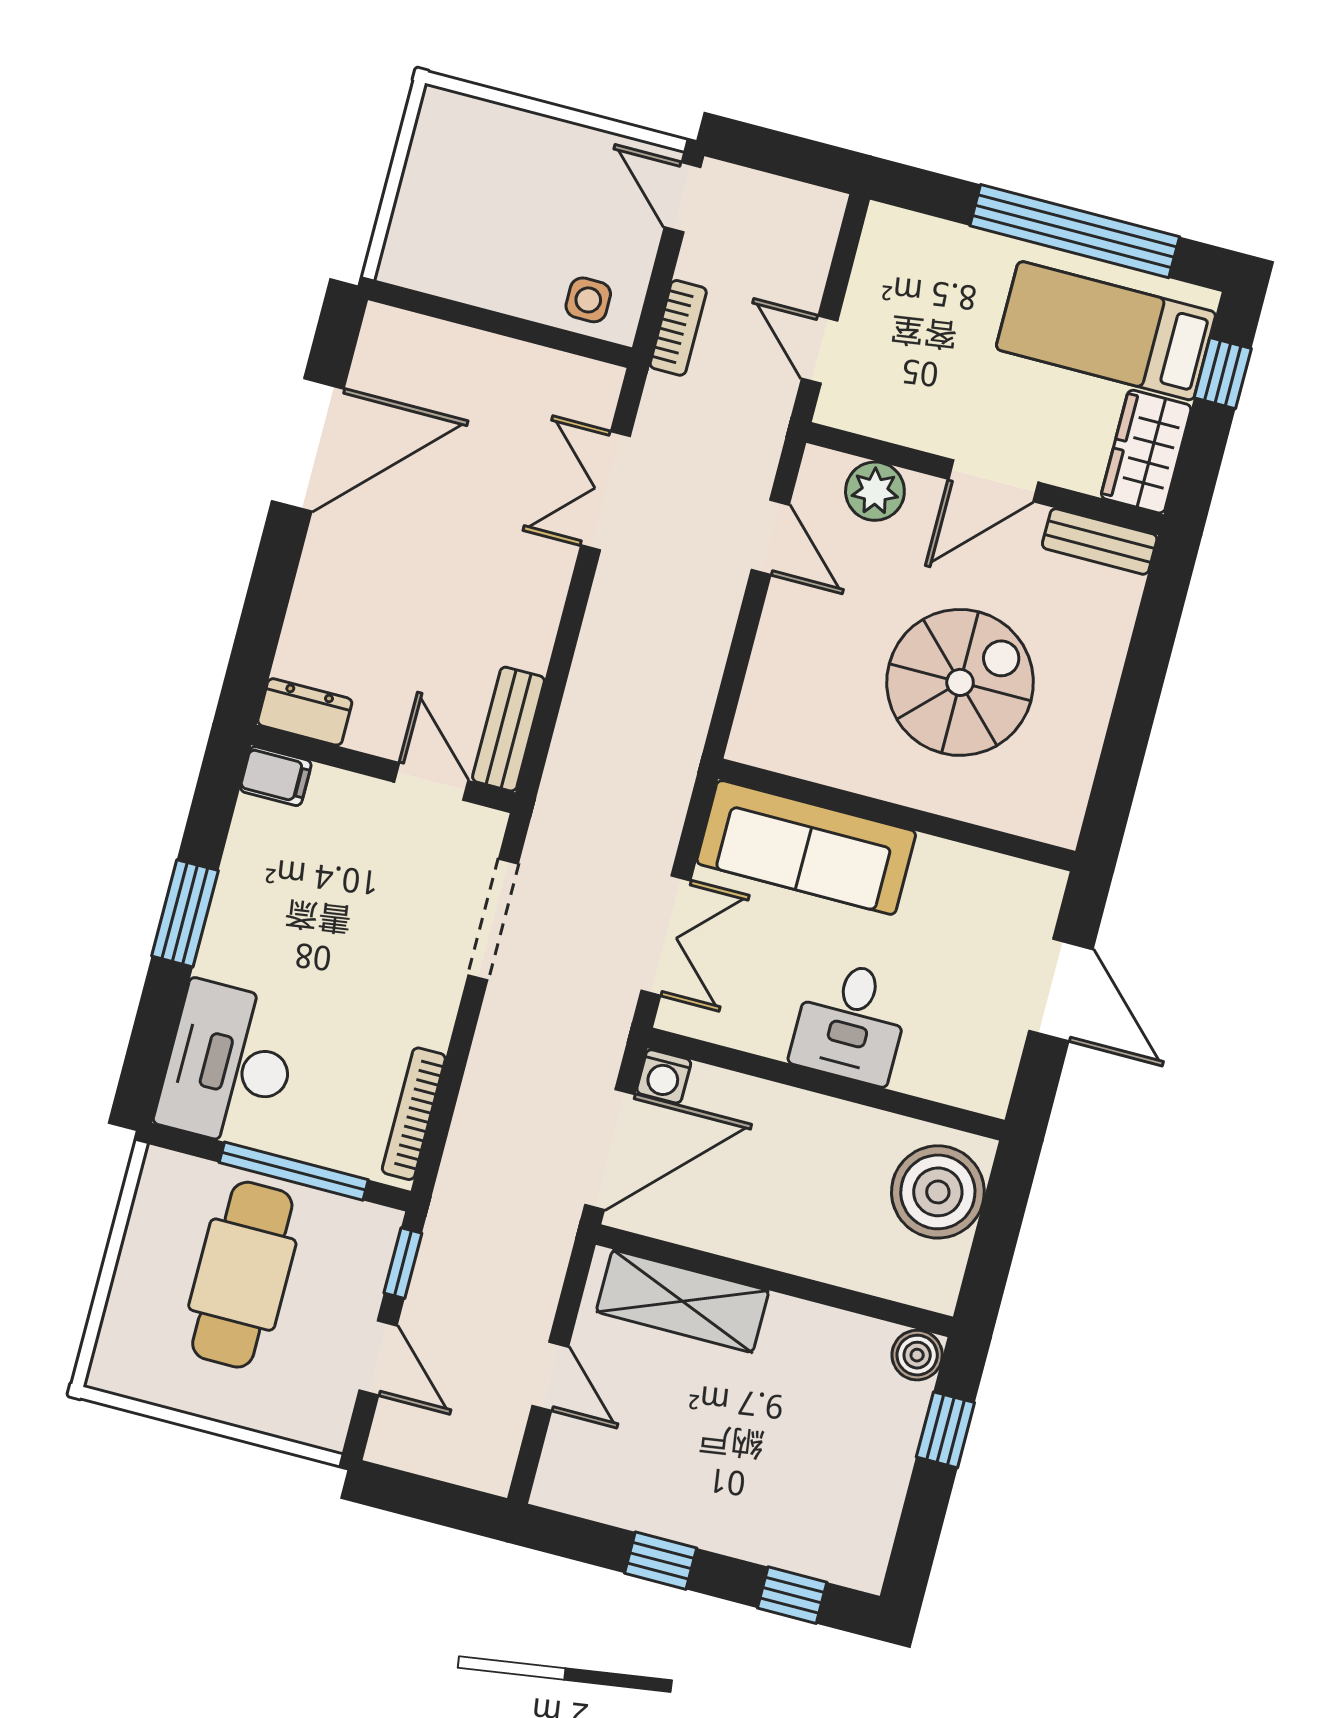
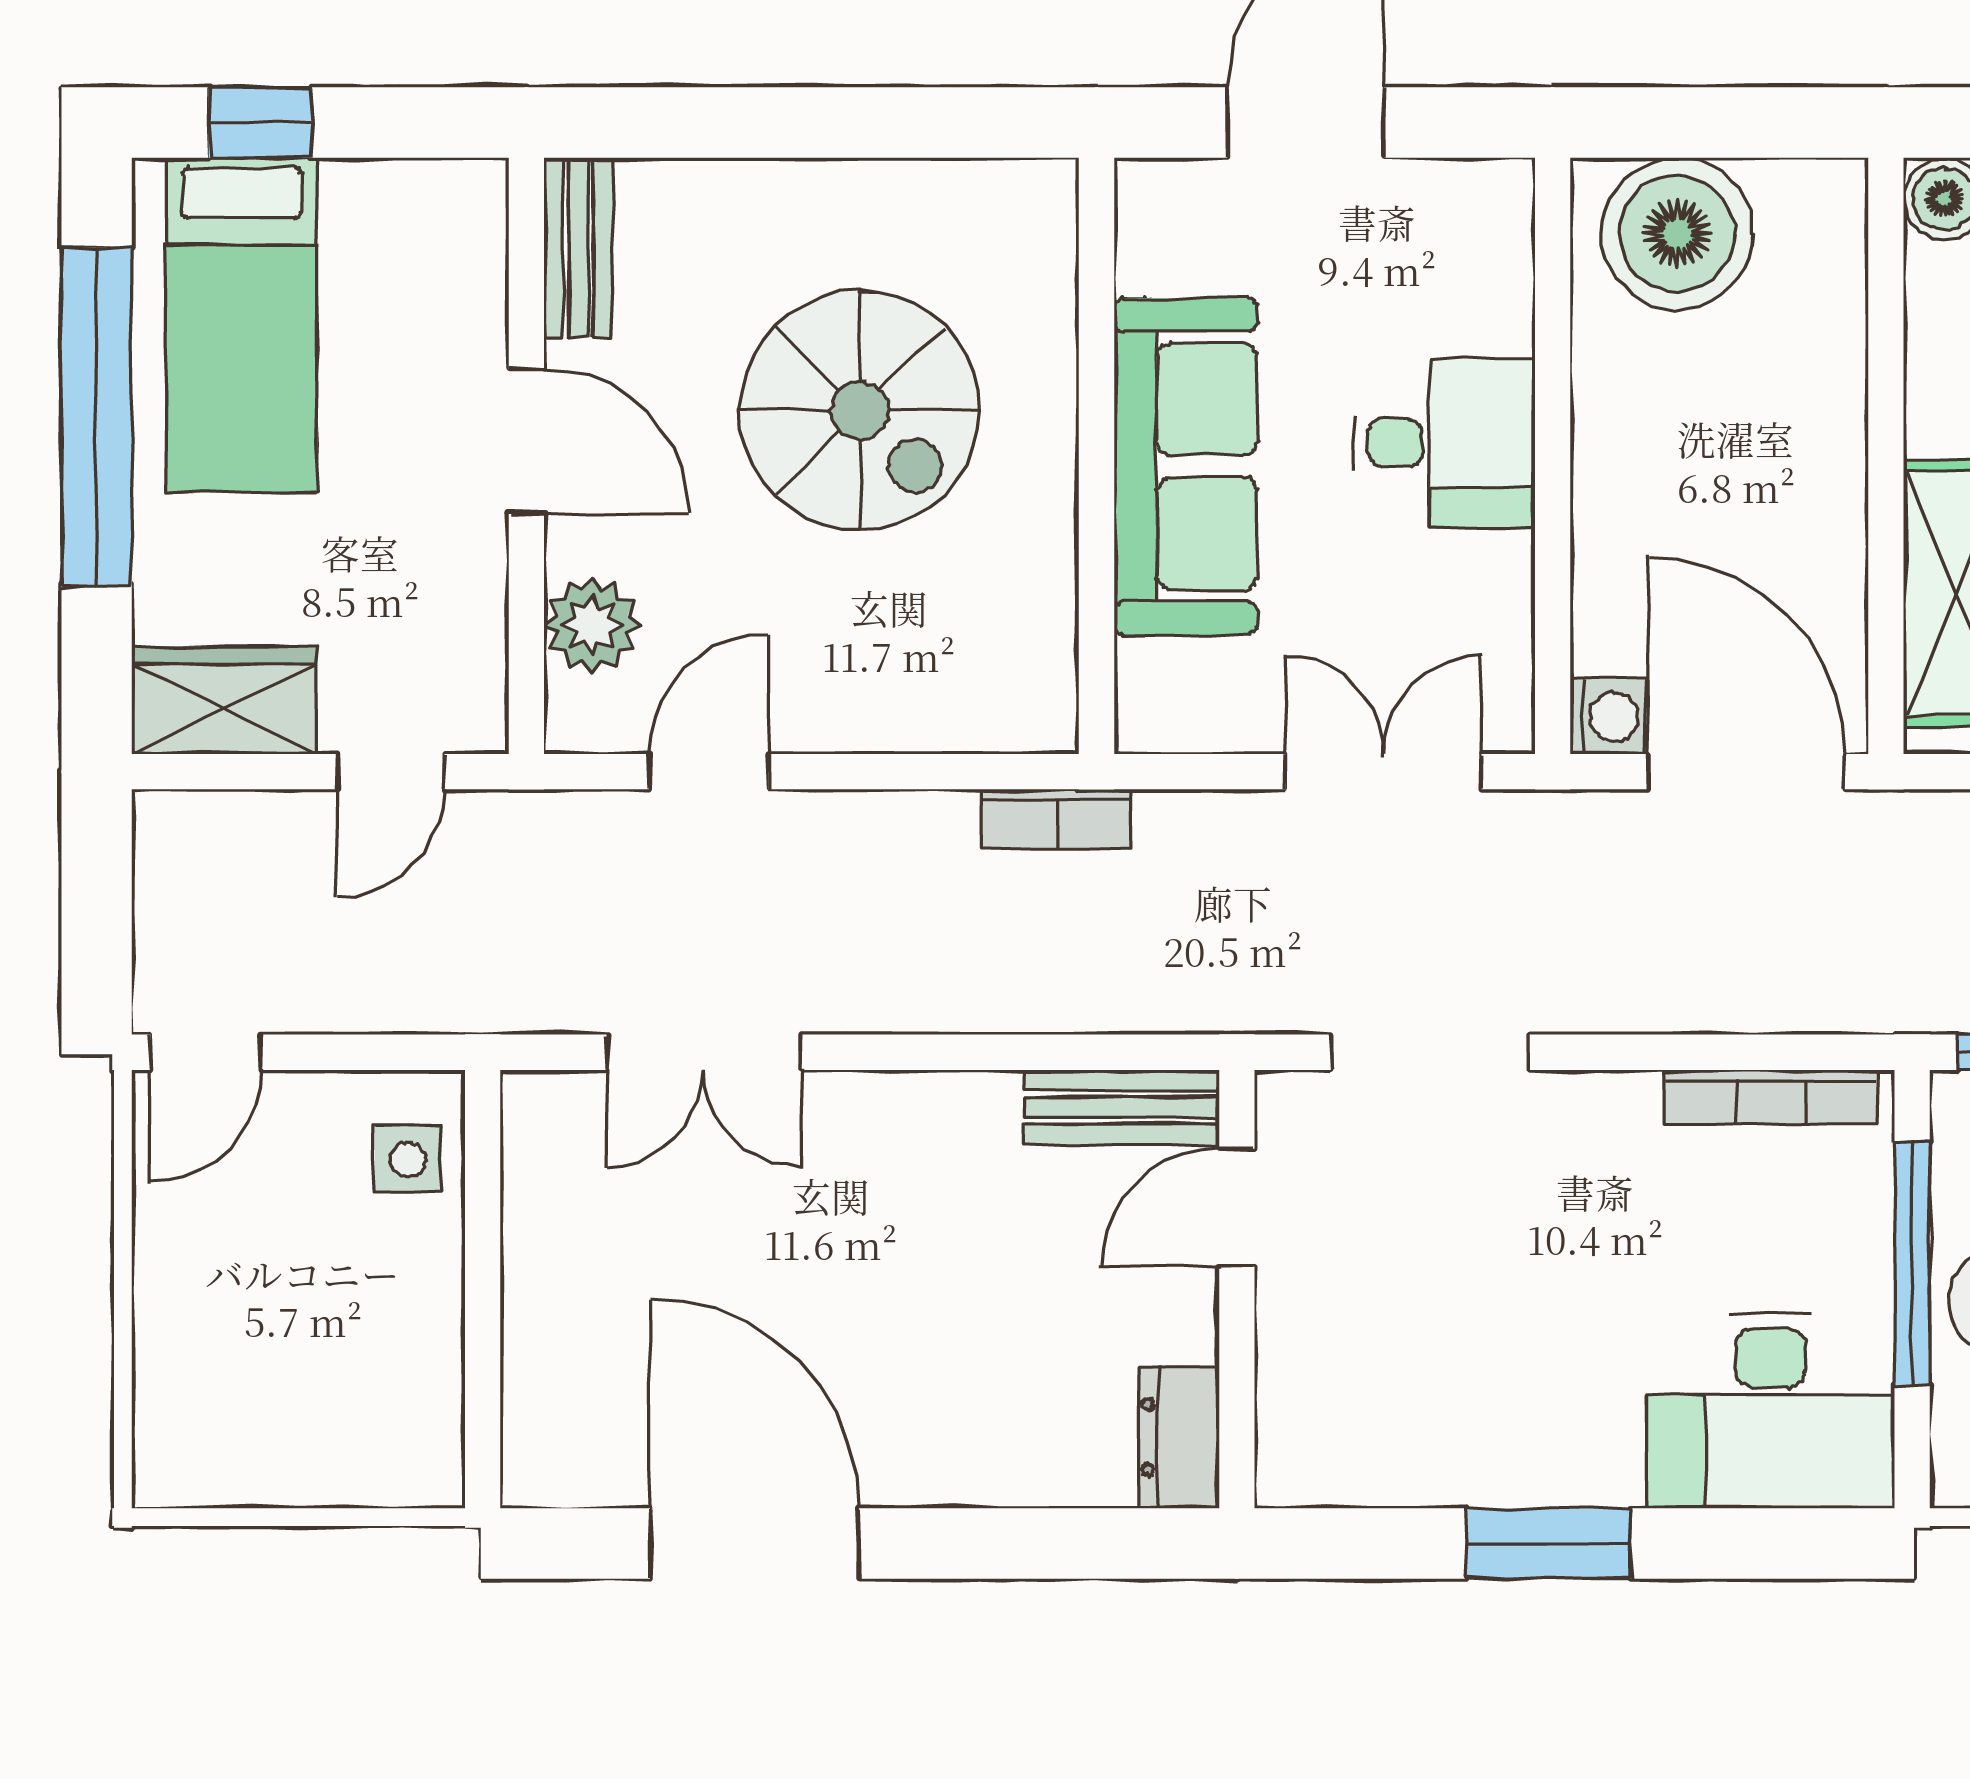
bookcase: (678, 328) -> (1056, 819), moved, turned 180
wardrobe: (1146, 452) -> (224, 700), moved, turned 180
spiral stairs: (960, 682) -> (860, 410), turned 180
filing cabinet: (276, 776) -> (1293, 1457), removed
sofa: (806, 847) -> (1186, 466), moved

